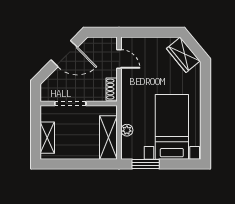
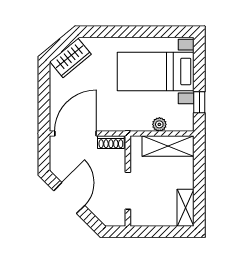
door: (119, 59) -> (76, 134), width x1.87
shelving: (47, 138) -> (185, 208), moved, turned 90
window: (146, 164) -> (199, 102), width x0.67

